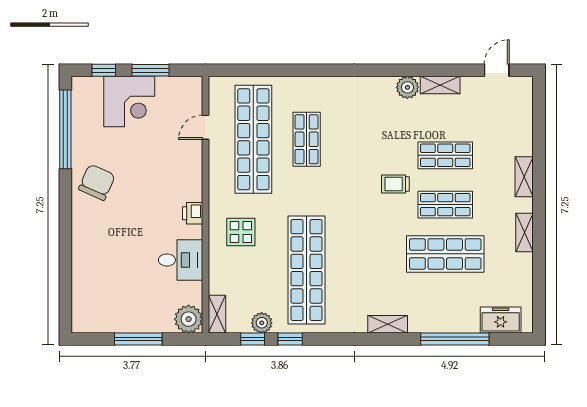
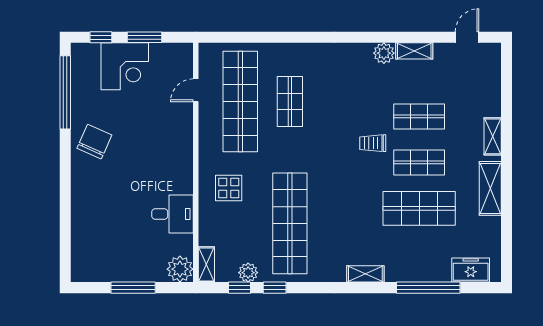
printer: (193, 213) -> (184, 170), removed
shelving: (524, 232) -> (490, 188), width x1.50, depth x1.33

